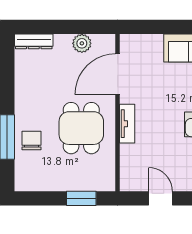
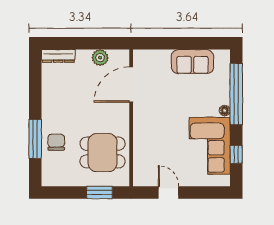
tv unit: (127, 124) -> (139, 127), removed
dining table: (81, 128) -> (103, 152), moved, turned 90

